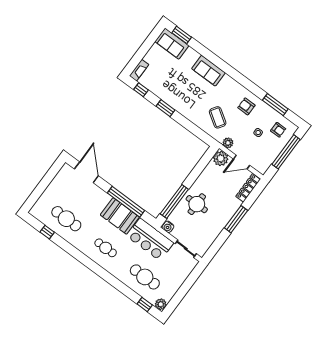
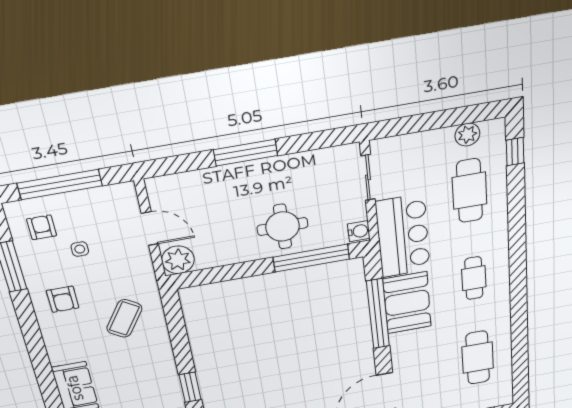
plant: (228, 143) -> (144, 272), removed
locker: (248, 188) -> (178, 183), removed
window: (47, 232) -> (520, 362), removed
plant: (161, 304) -> (467, 135), moved

